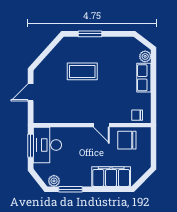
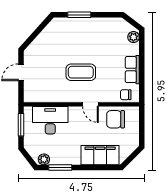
coffee table: (82, 71) -> (81, 72), moved
row of seats: (144, 78) -> (132, 70), moved
desk: (47, 145) -> (50, 120), moved, turned 90

